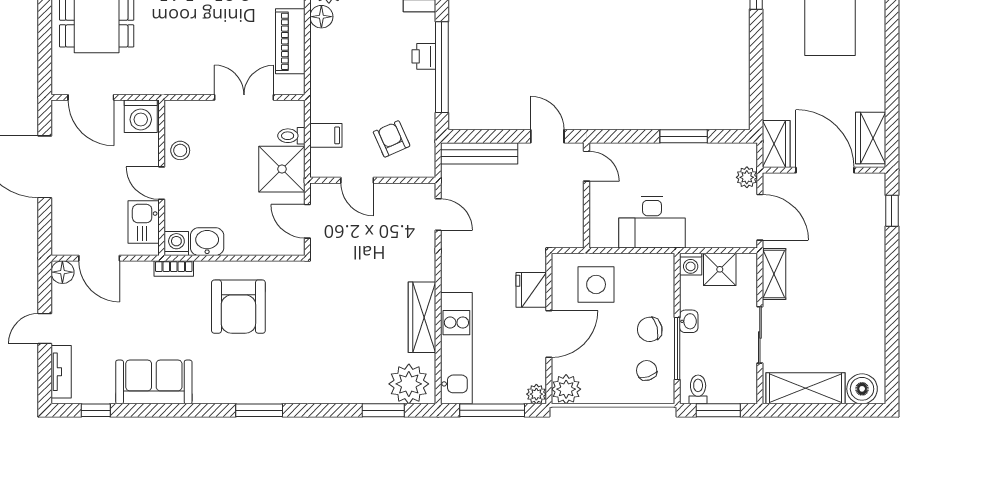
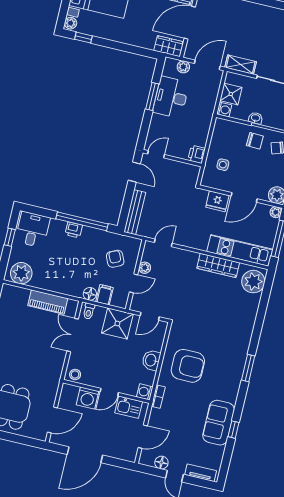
floor lamp: (321, 17) -> (90, 294), moved
washing machine: (141, 116) -> (88, 398), moved, turned 90
toilet: (291, 136) -> (89, 311), moved
door: (547, 136) -> (134, 172), swing flipped
armchair: (392, 139) -> (115, 259), turned 89
stool: (180, 150) -> (75, 374), moved
plant: (388, 193) -> (145, 268), added
desk: (652, 222) -> (171, 97), moved, turned 180
printer: (603, 235) -> (197, 154), added
washbasin: (207, 242) -> (151, 360), moved
floor lamp: (62, 272) -> (161, 463), moved
side table: (596, 284) -> (223, 165), width x0.54, depth x0.54
chair: (650, 329) -> (255, 141), turned -74
door: (549, 334) -> (244, 197), swing flipped
window: (96, 410) -> (233, 430), moved
window: (383, 410) -> (265, 299), removed

